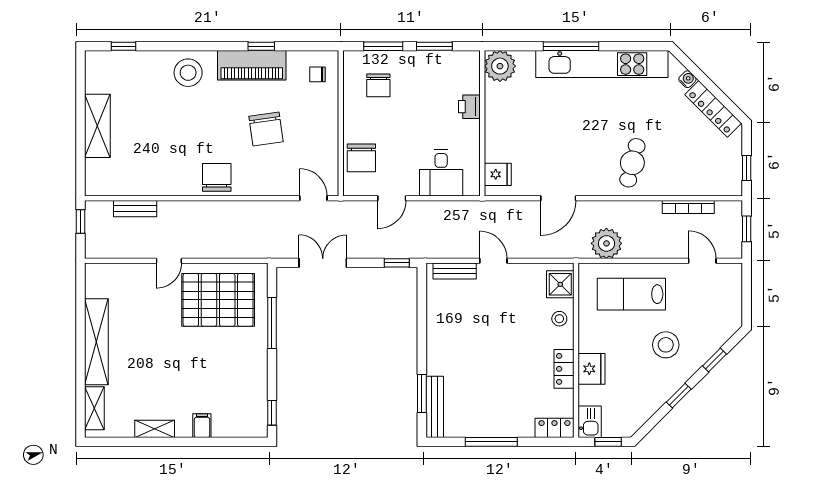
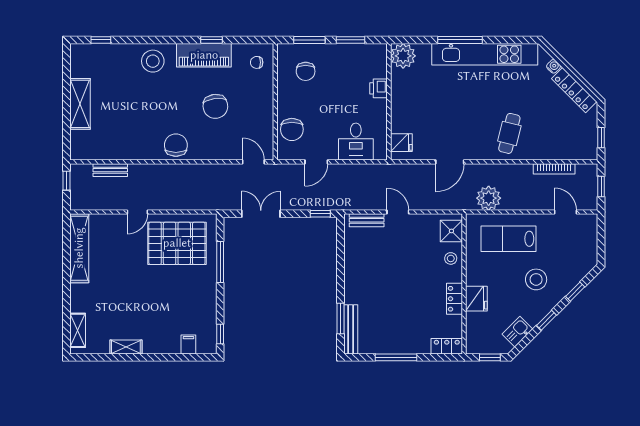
shelving: (96, 342) -> (79, 248), moved
kitchen sink: (590, 422) -> (517, 332), moved, turned -135
filing cabinet: (202, 426) -> (188, 344), moved

